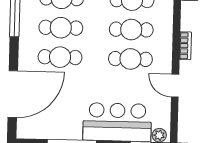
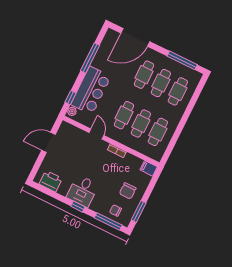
door: (175, 86) -> (96, 134), hinge flipped
door: (13, 94) -> (135, 37), hinge flipped

